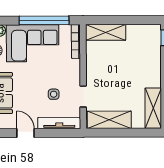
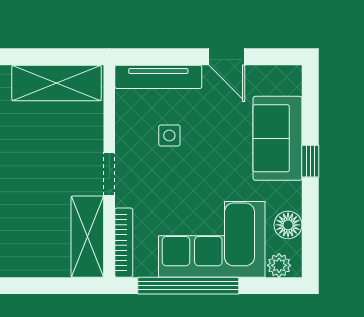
shelving: (106, 32) -> (87, 237), moved, turned 90
doorway: (83, 97) -> (109, 174), moved

